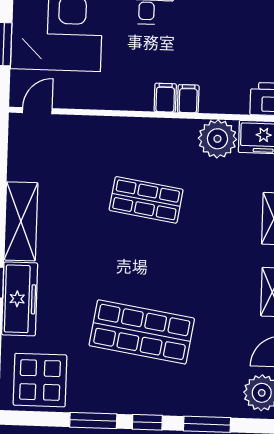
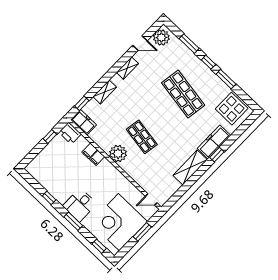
filing cabinet: (165, 98) -> (90, 151), moved
plant: (217, 139) -> (118, 154), moved

